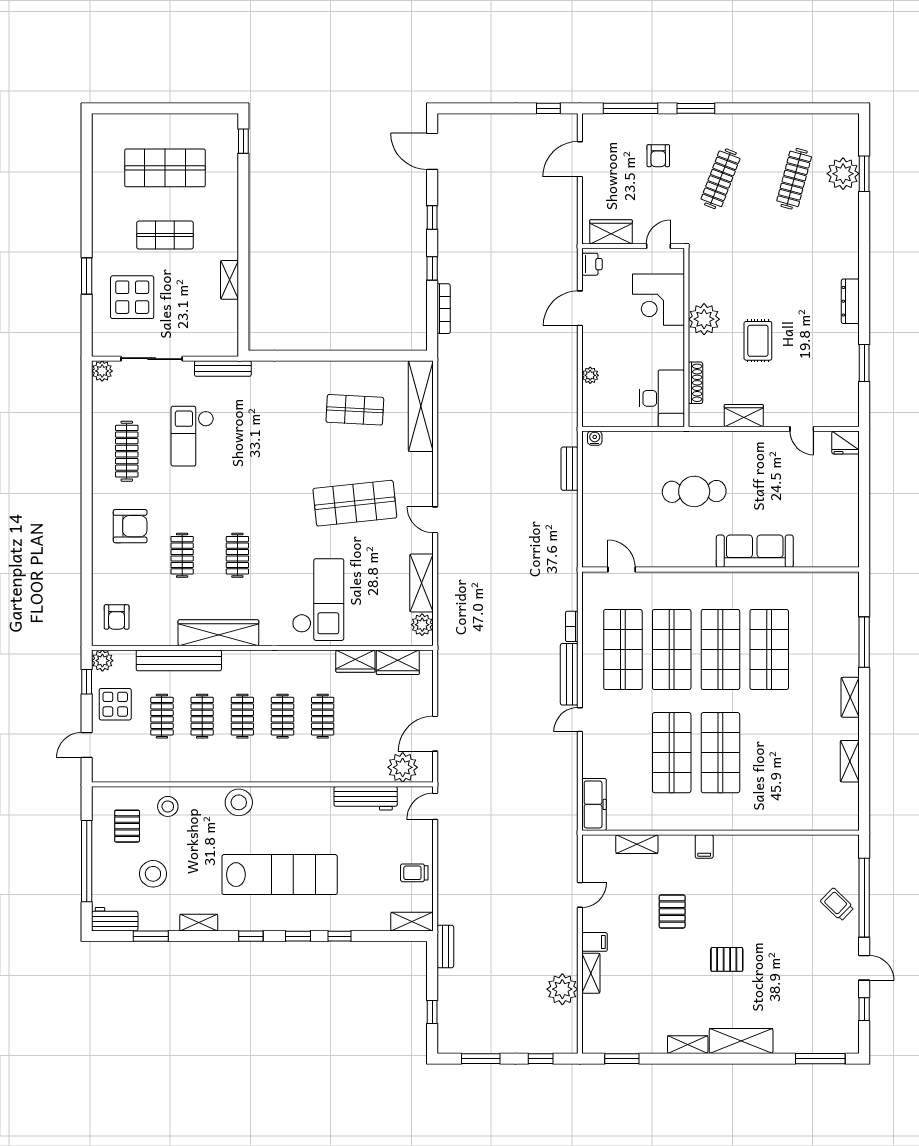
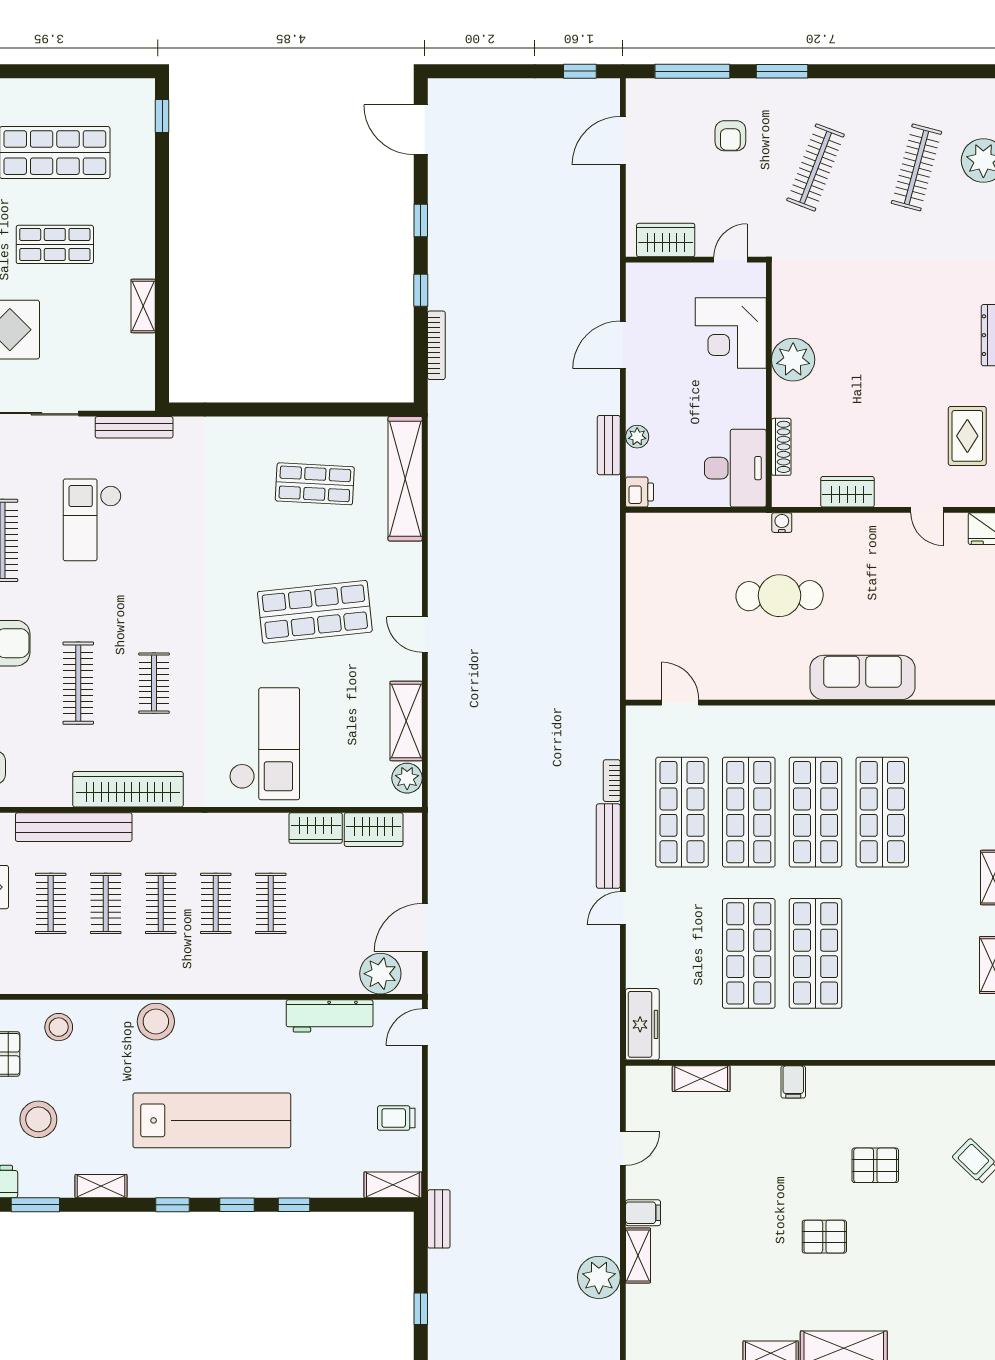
printer: (592, 264) -> (640, 492), moved
rug: (758, 341) -> (967, 436), moved
water cooler: (595, 438) -> (782, 523), moved
bench: (570, 469) -> (609, 445), moved
clothes rail: (182, 555) -> (78, 683), width x1.36
pallet: (672, 911) -> (875, 1165), moved, turned 90

